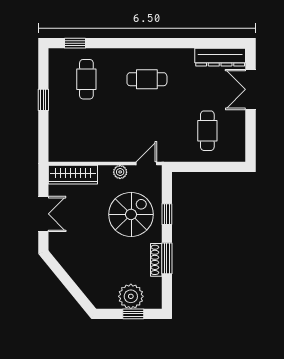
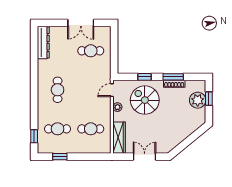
double door: (250, 89) -> (81, 23), moved
window: (43, 100) -> (60, 157), moved
cafe table: (86, 131) -> (91, 129), added
door: (146, 163) -> (112, 90), hinge flipped

